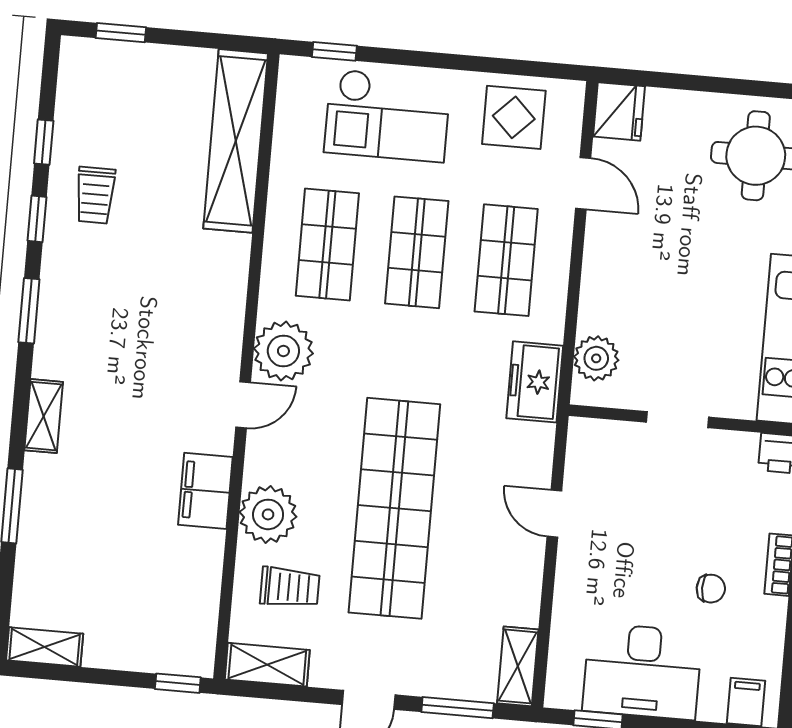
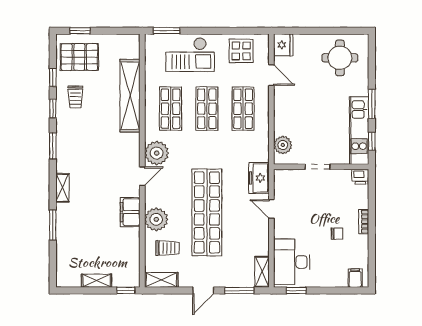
window: (334, 51) -> (167, 31), width x1.50
pallet: (113, 97) -> (79, 57), added
shelving: (236, 141) -> (130, 96), moved
freezer: (535, 382) -> (259, 178), moved
shelving: (45, 647) -> (97, 281), moved
desk: (642, 671) -> (292, 262), moved, turned 90

